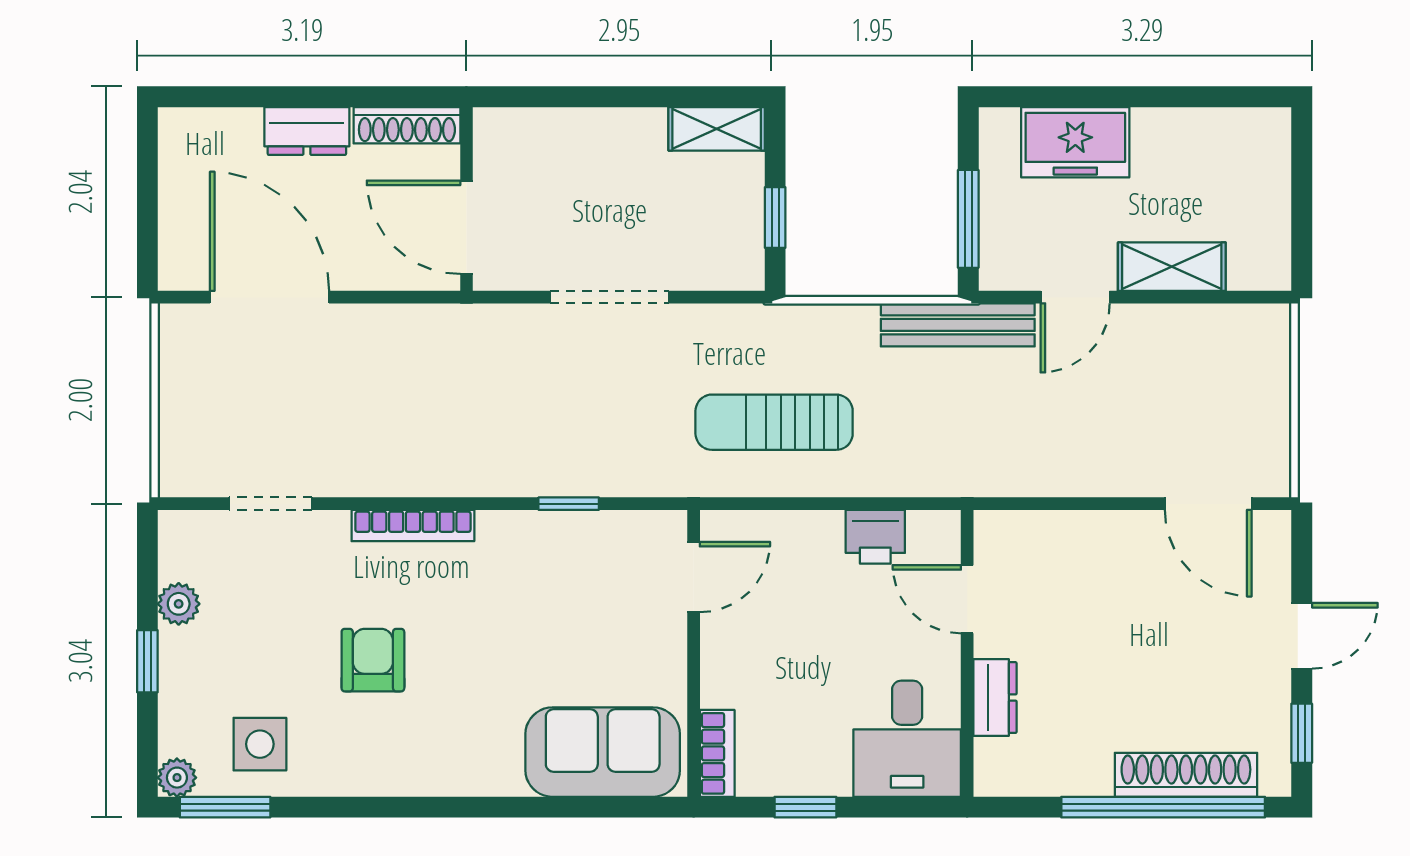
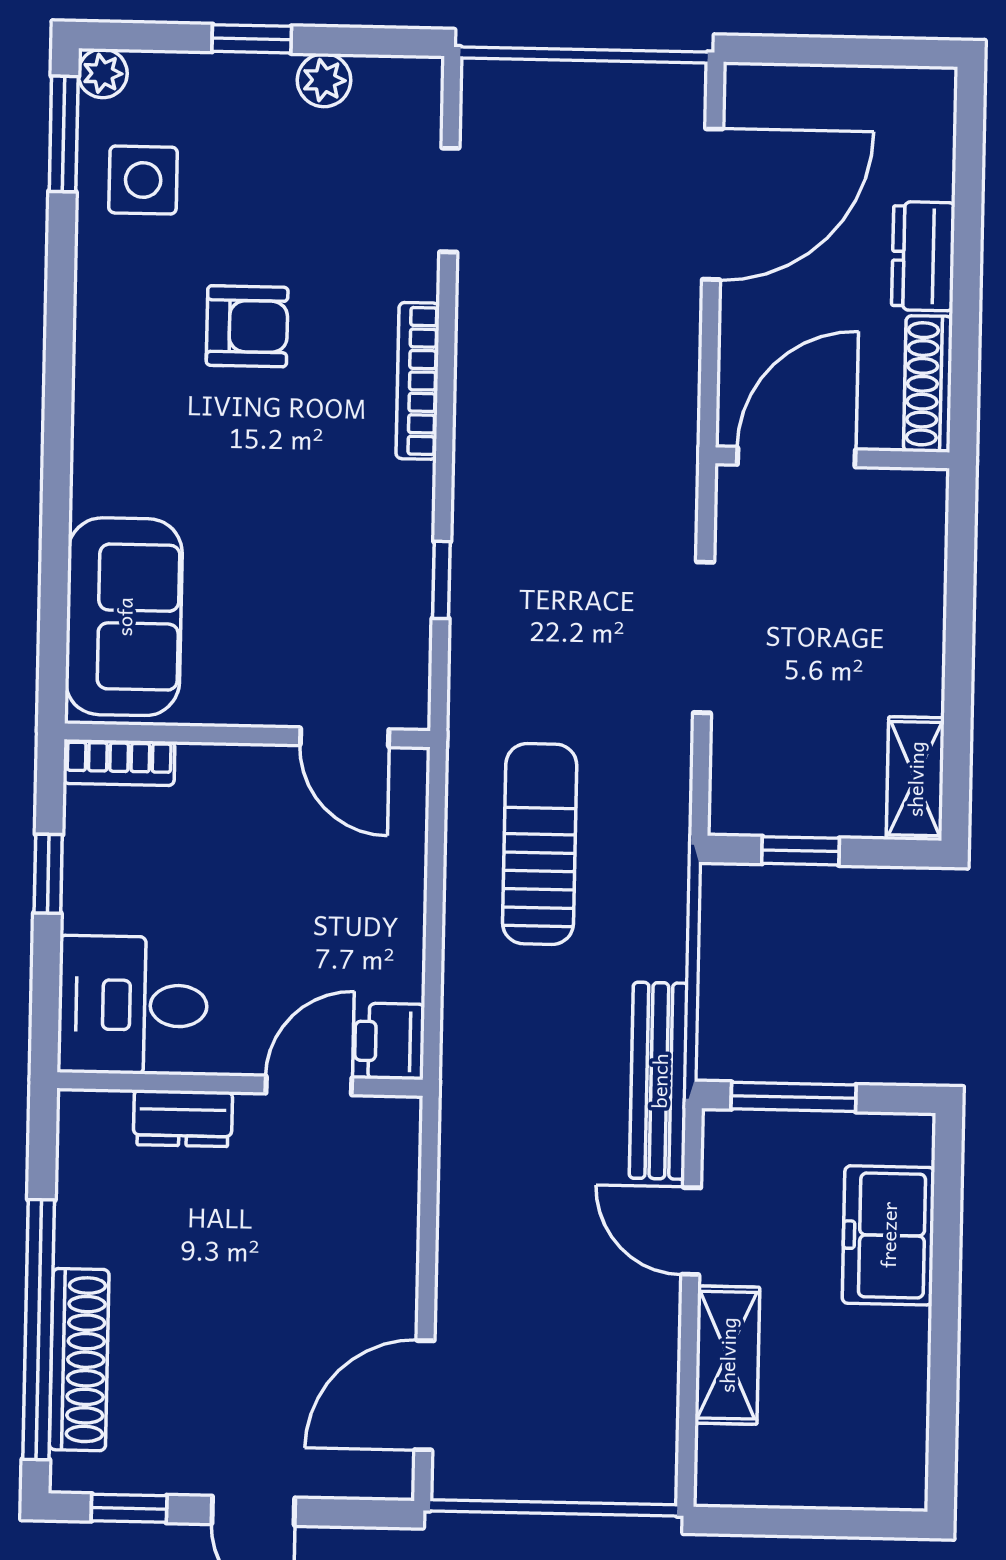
printer: (875, 537) -> (389, 1041), moved

